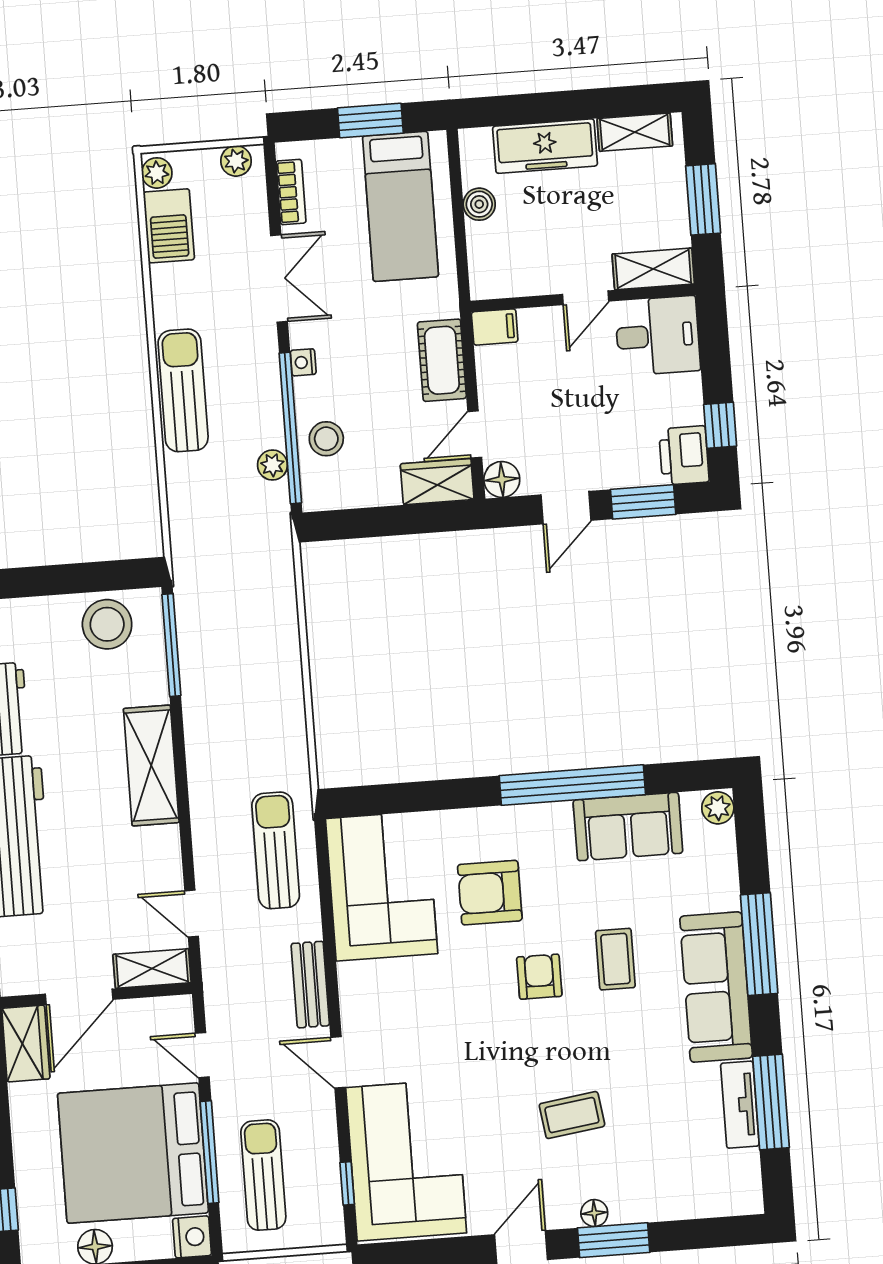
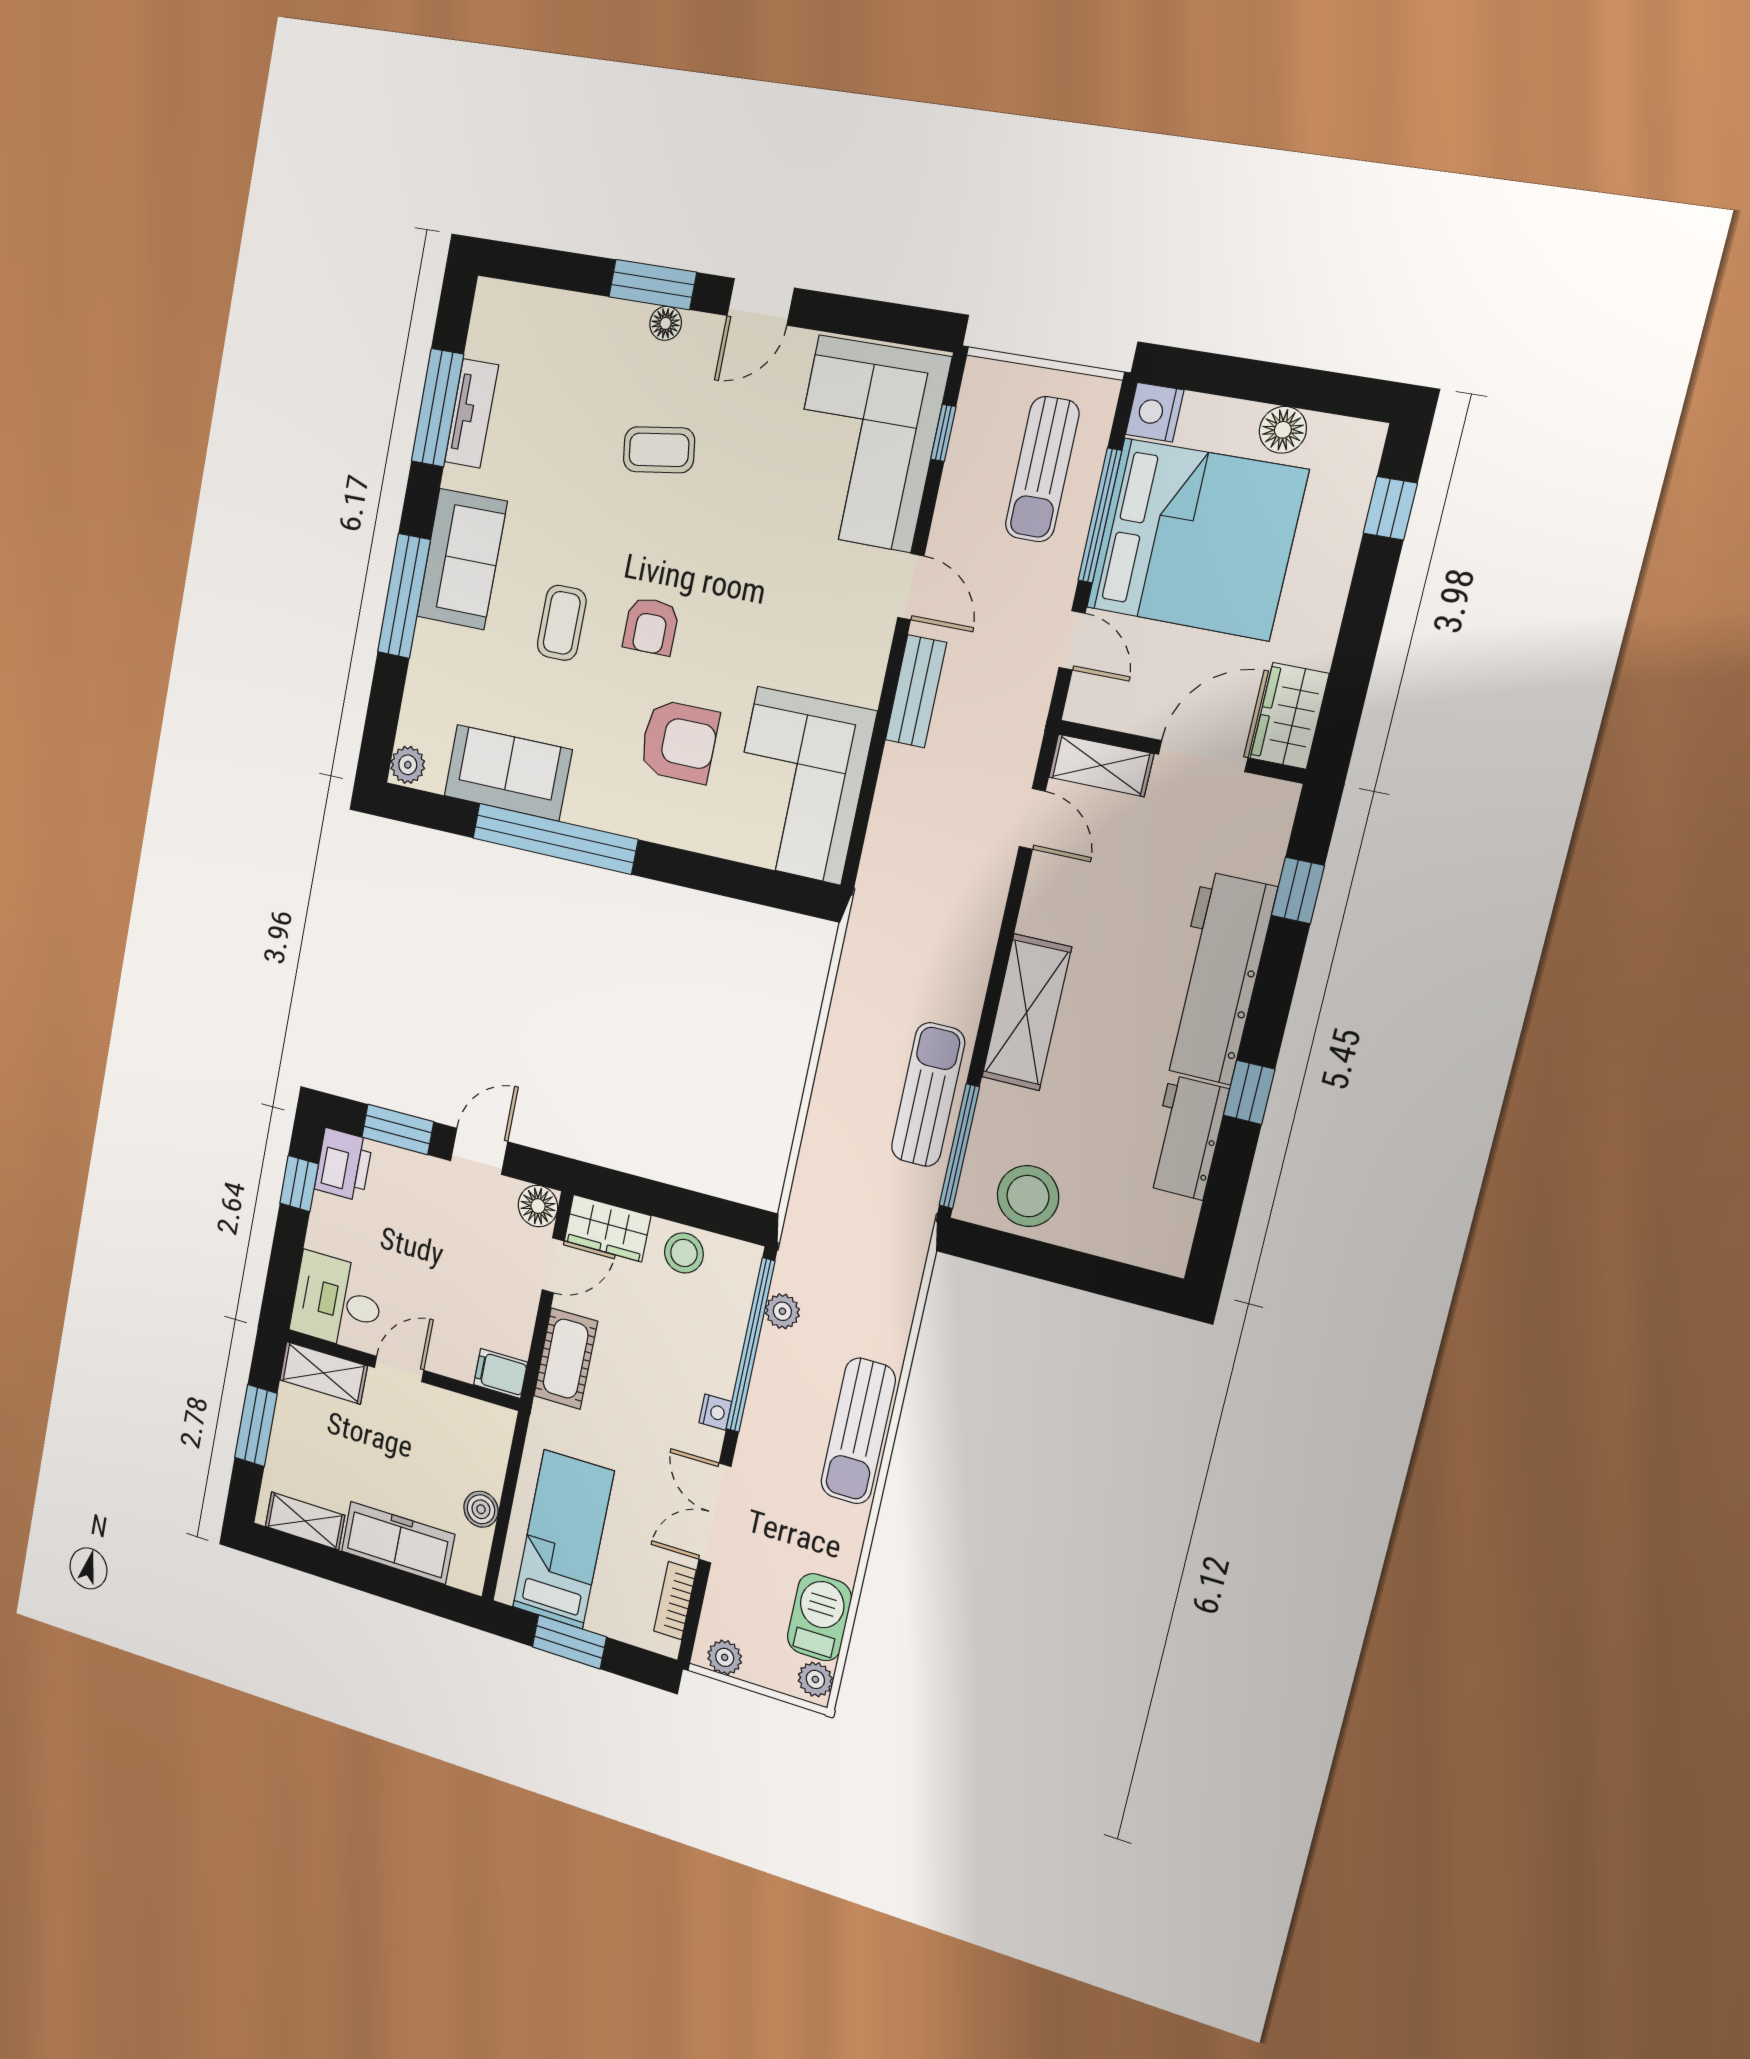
stool: (326, 439) -> (684, 1253), moved
sun lounger: (276, 850) -> (928, 1095), moved, turned 180
sofa: (716, 987) -> (462, 559), width x0.73

